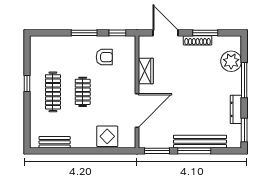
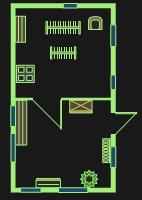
window: (84, 33) -> (113, 36), moved
armchair: (104, 57) -> (95, 23), moved
bench: (200, 142) -> (21, 123), moved

